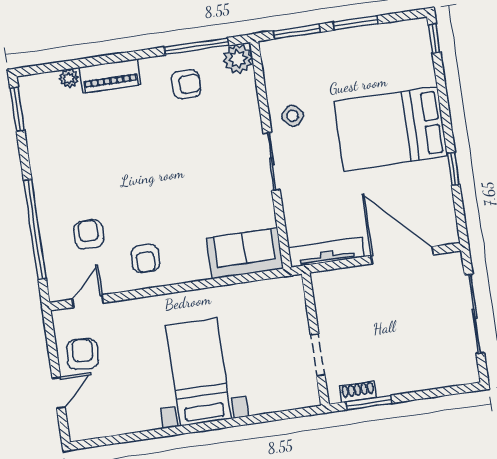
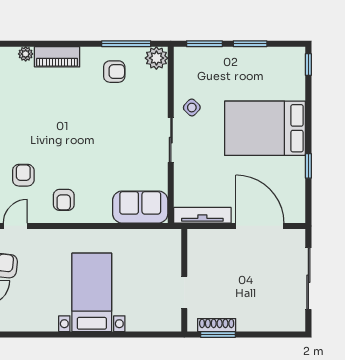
shoe rack: (358, 392) -> (217, 325), width x1.43

